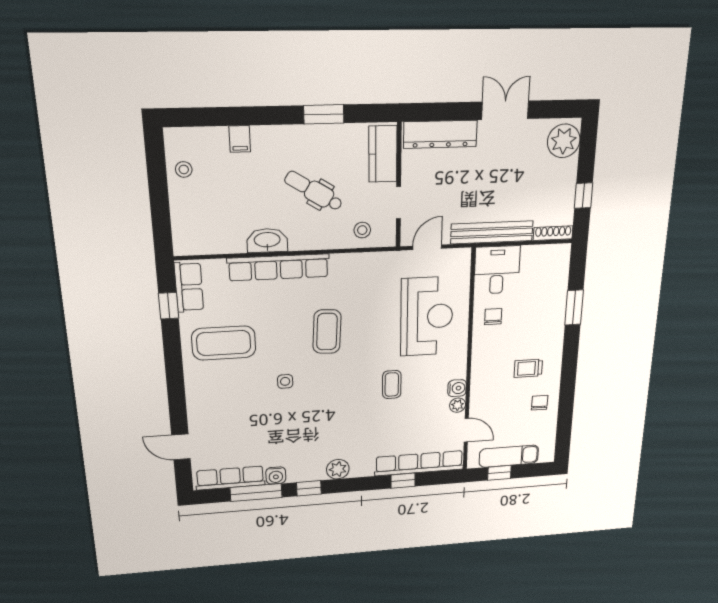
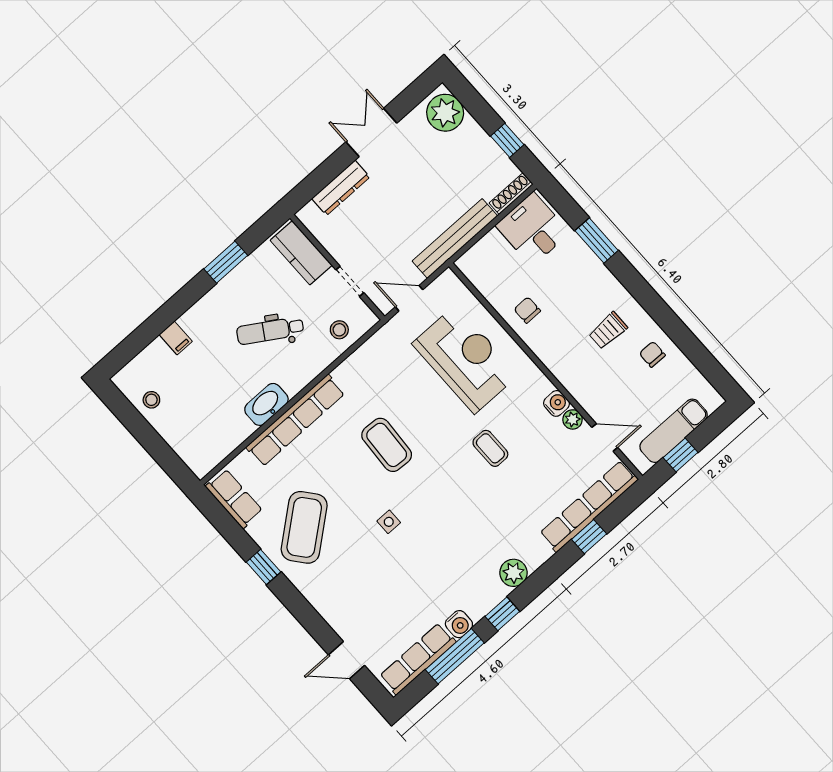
dresser: (440, 134) -> (341, 188), width x0.73, depth x0.80
door: (427, 247) -> (409, 298), hinge flipped
desk: (497, 270) -> (533, 229), moved
window: (169, 306) -> (264, 567), moved
coffee table: (224, 343) -> (304, 527), turned -39

